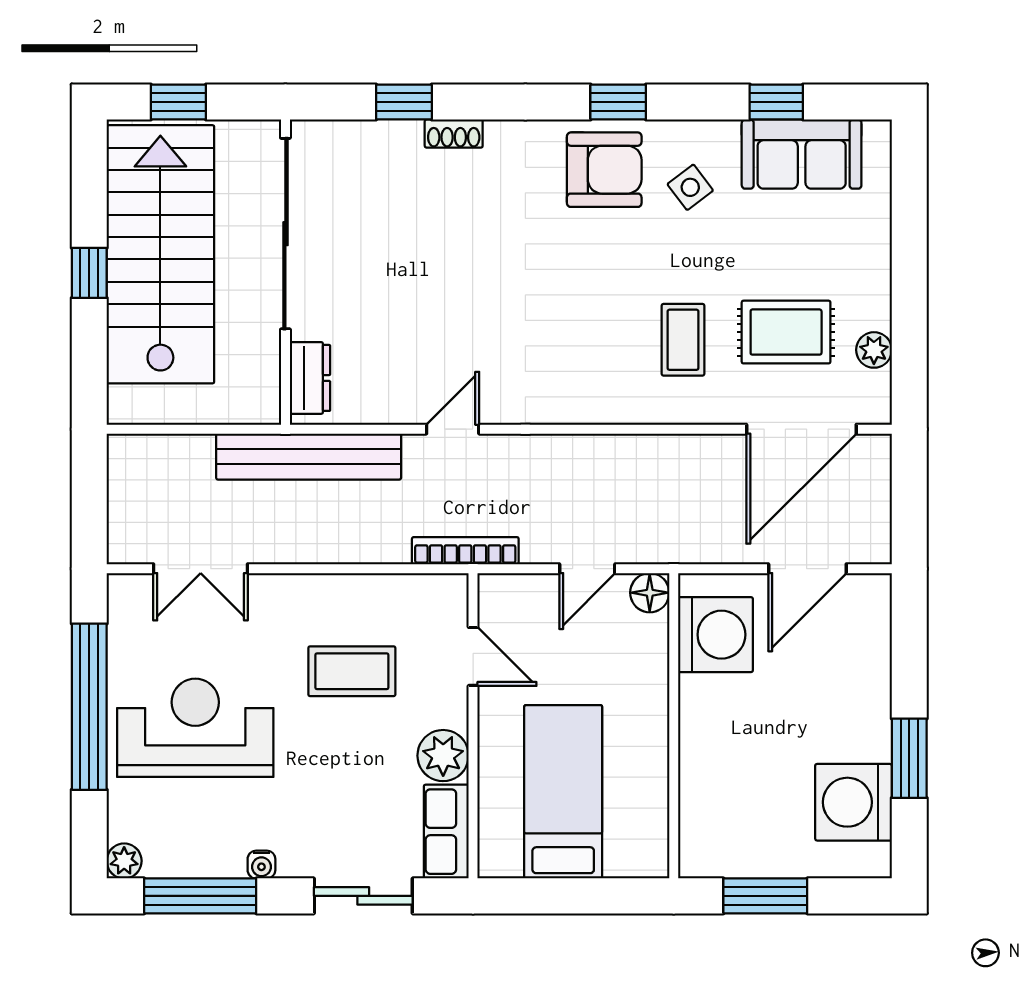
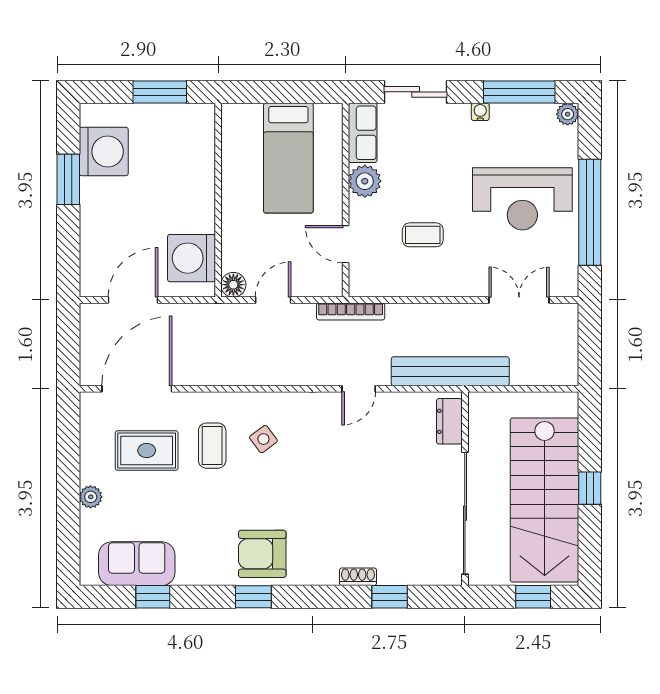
side table: (690, 187) -> (263, 439), moved
plant: (874, 350) -> (91, 497), moved
coffee table: (352, 671) -> (423, 235), width x0.73, depth x0.77

